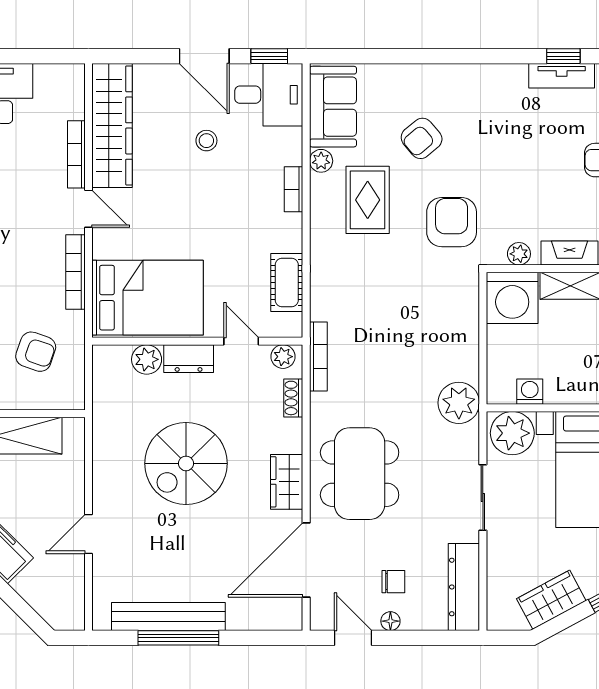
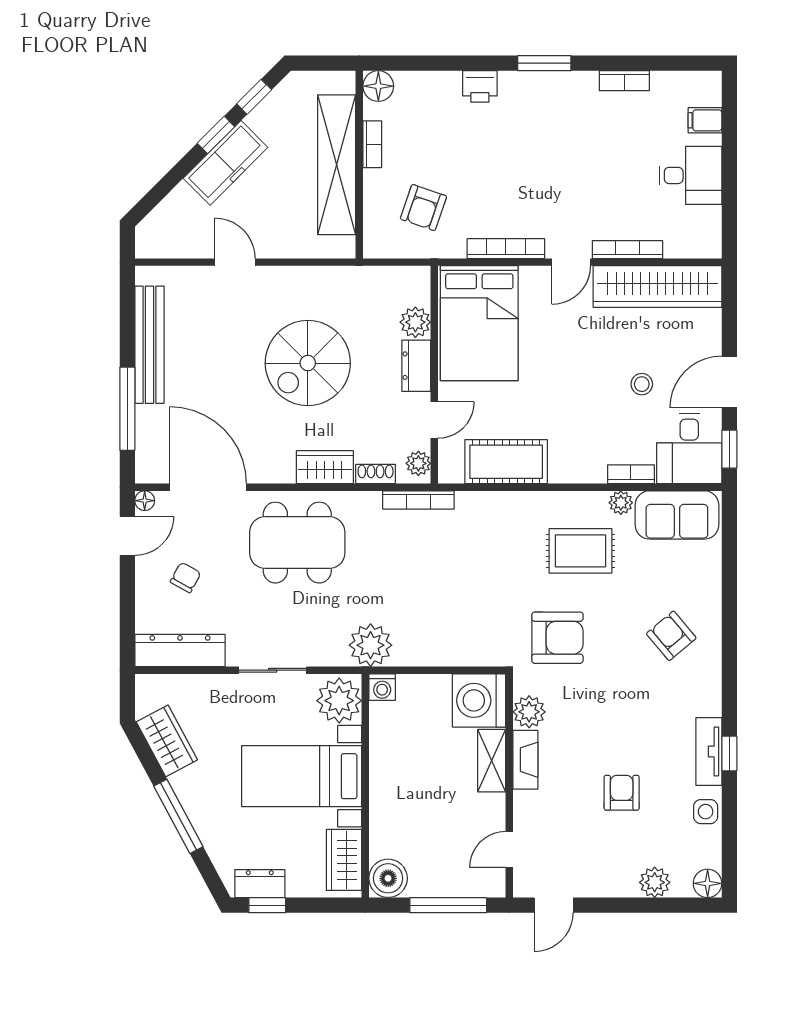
armchair: (422, 138) -> (671, 636), moved
bookcase: (294, 189) -> (631, 474), moved
plant: (519, 254) -> (529, 712), width x1.38, depth x1.38
cot: (287, 283) -> (506, 462), width x1.37, depth x1.34
washing machine: (530, 392) -> (382, 687), moved, turned 90
spiral stairs: (186, 463) -> (308, 363), turned -90
wardrobe: (287, 482) -> (325, 467), moved
chair: (393, 582) -> (186, 578), turned -151
floor lamp: (390, 621) -> (145, 501), moved
window: (178, 638) -> (127, 409), moved

